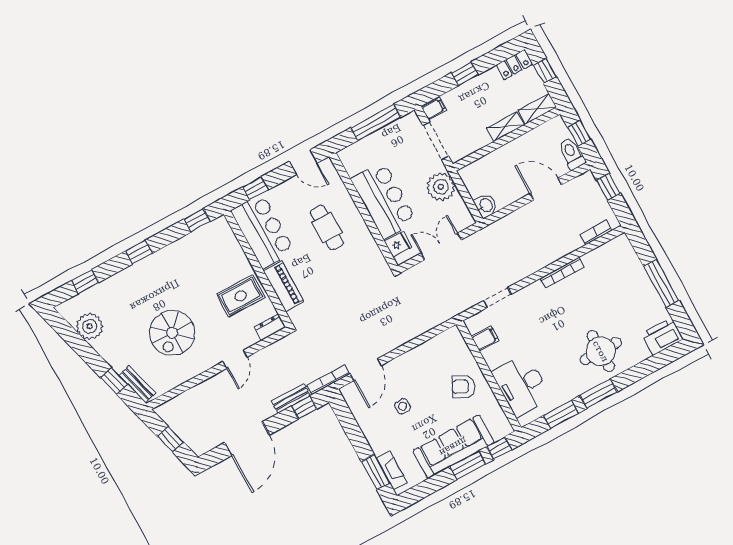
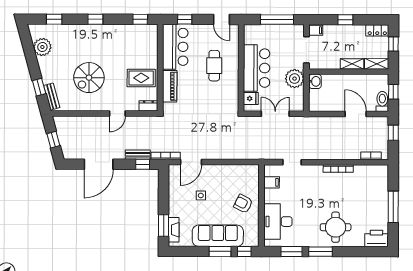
washbasin: (486, 205) -> (315, 81), moved

